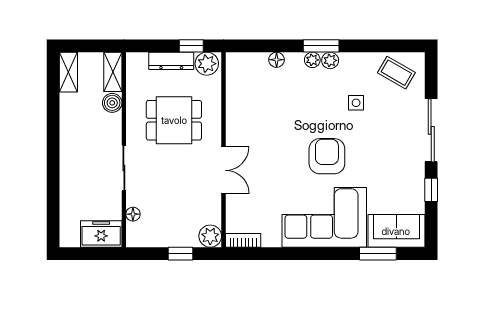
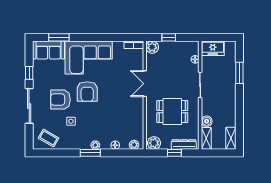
window: (191, 46) -> (174, 153), moved
plant: (330, 60) -> (134, 145), moved
dresser: (171, 61) -> (184, 145), moved
armchair: (375, 142) -> (60, 100), added
window: (53, 190) -> (239, 73), added

